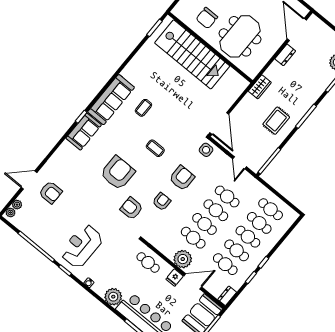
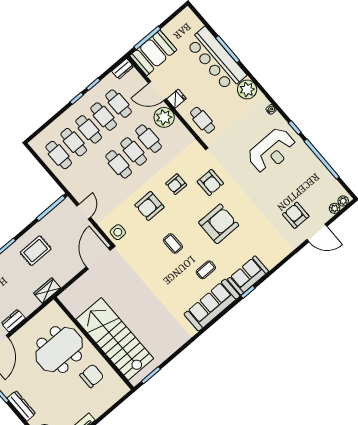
coffee table: (143, 108) -> (206, 270), moved
armchair: (118, 173) -> (219, 224), turned 180
cafe table: (227, 197) -> (104, 177), removed

